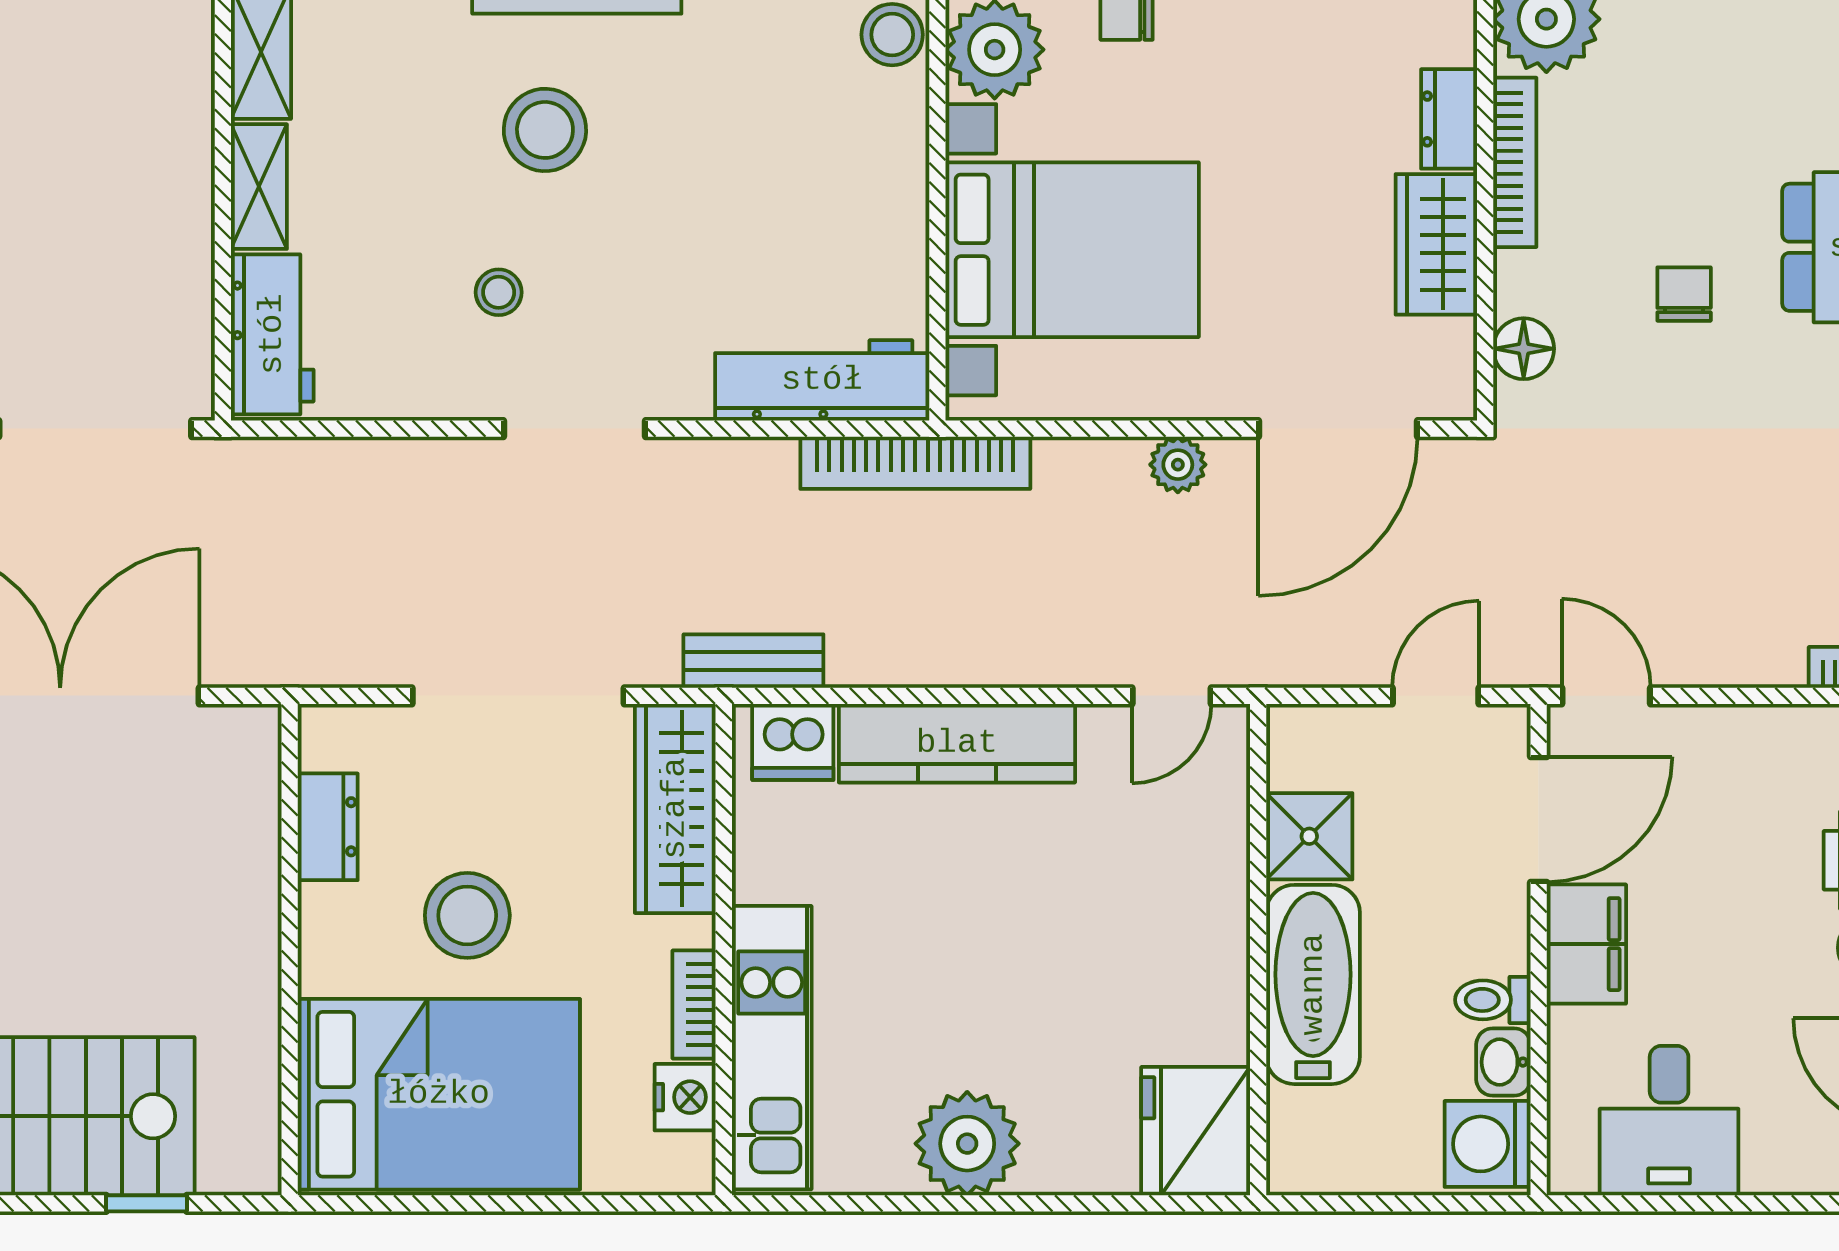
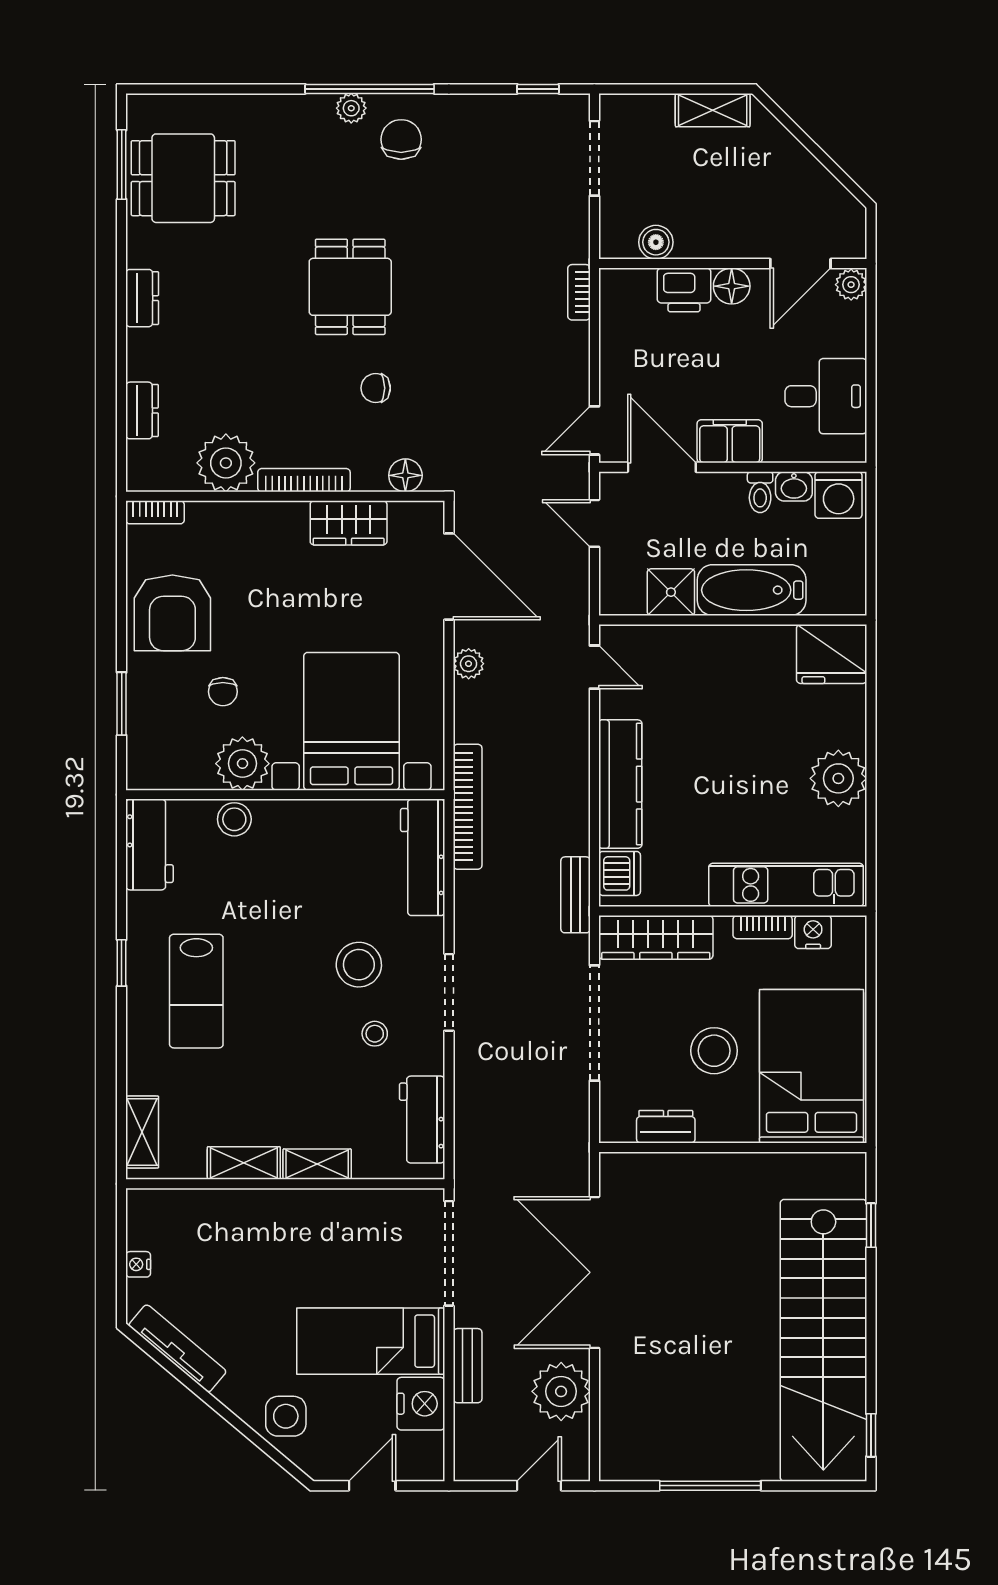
dresser: (1449, 119) -> (280, 516), removed
stool: (545, 130) -> (359, 965), moved
workbench: (272, 334) -> (422, 1120), moved, turned -90

